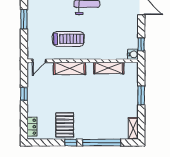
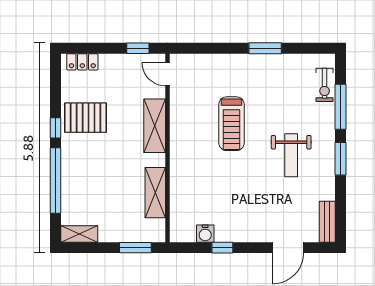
door: (39, 61) -> (168, 74), moved
wall: (83, 61) -> (168, 148), moved
shelving: (70, 68) -> (155, 126), moved
shelving: (109, 68) -> (155, 193), moved

